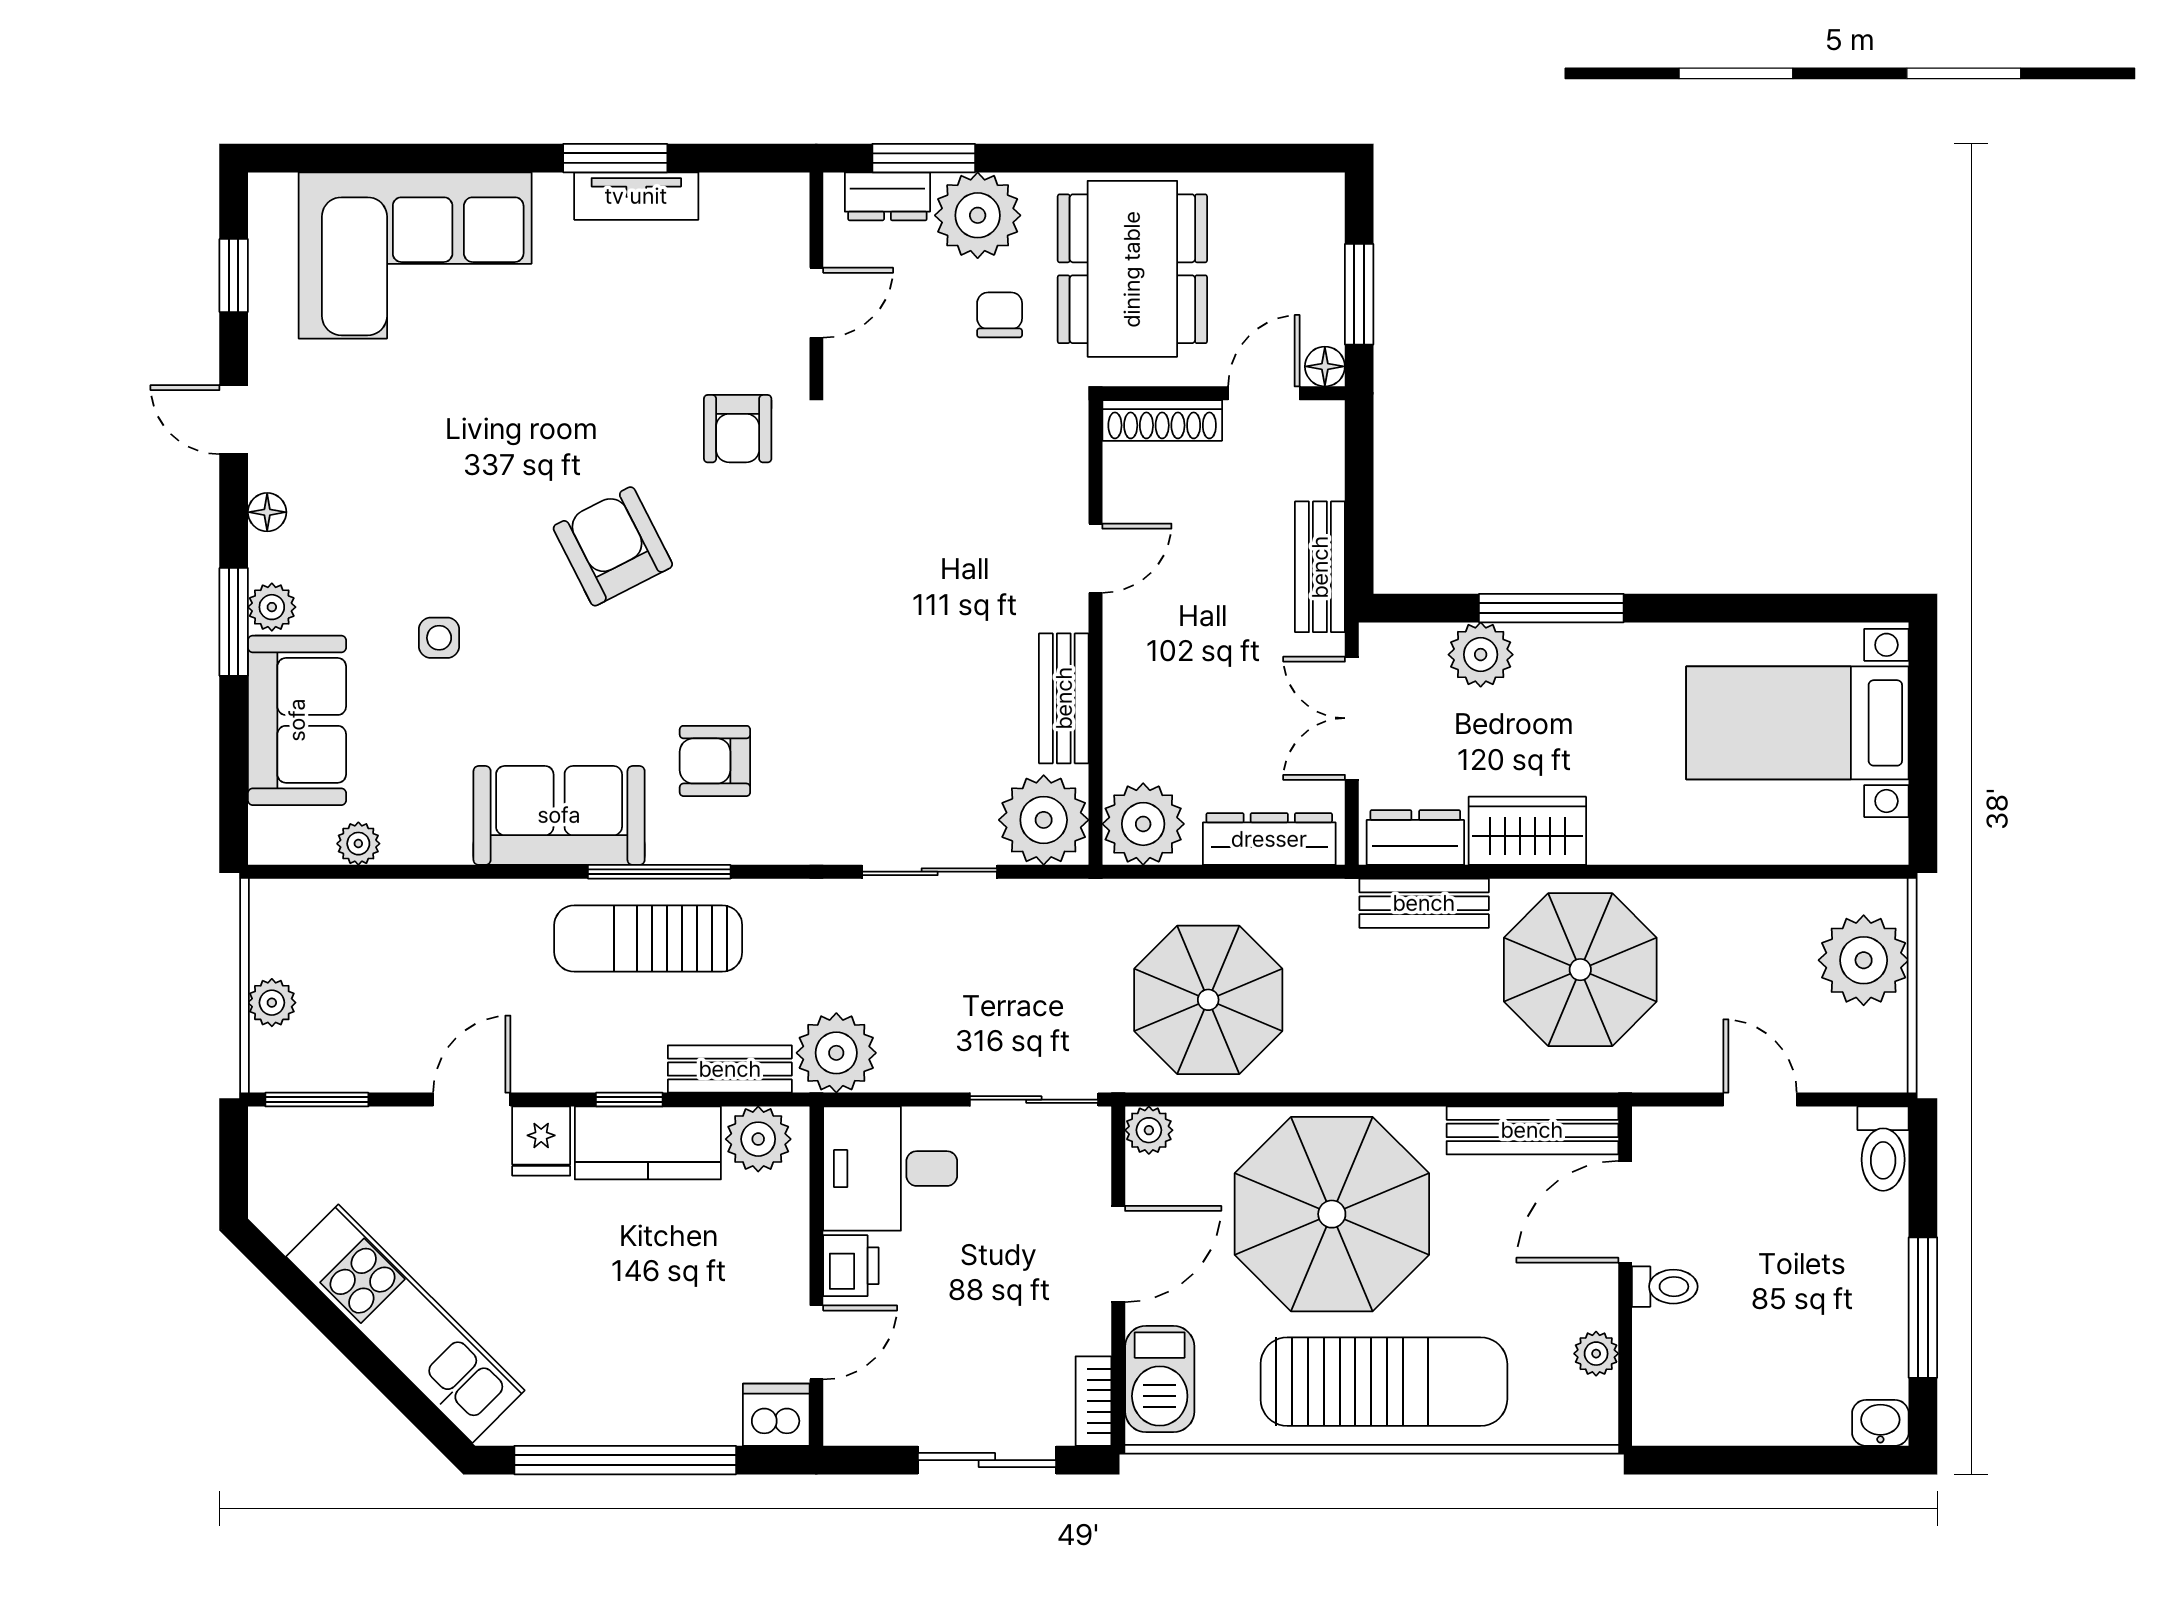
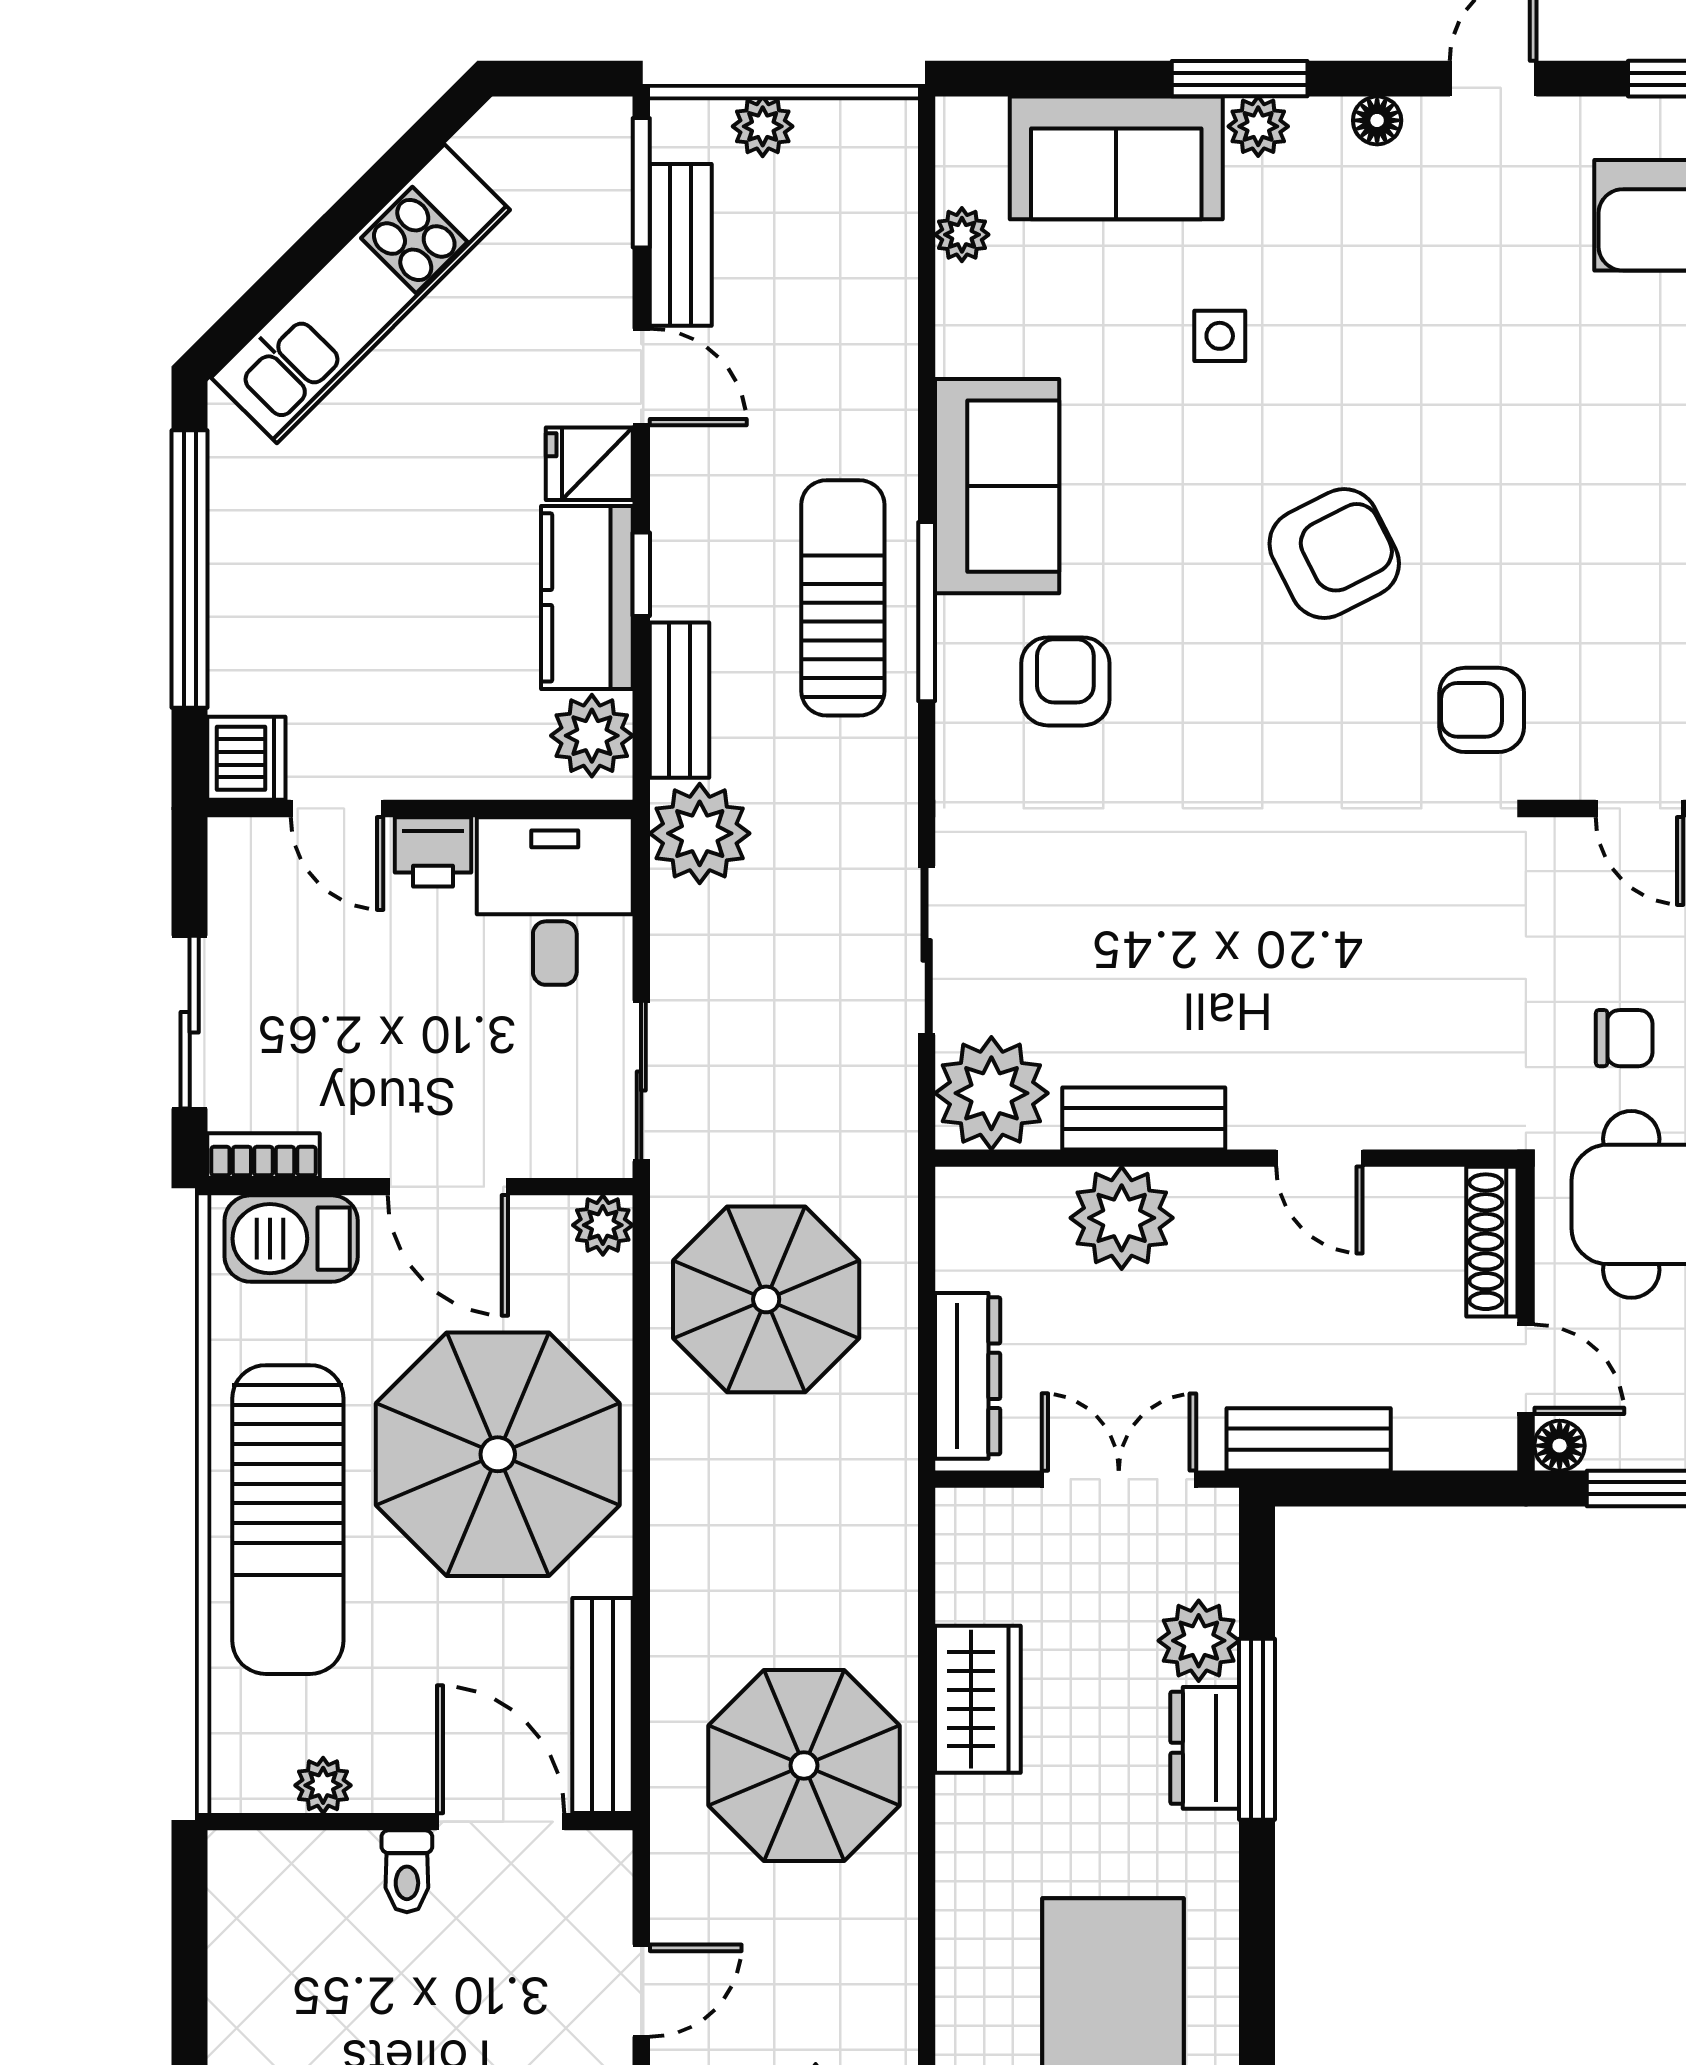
plant: (1143, 824) -> (1122, 1218), moved
dresser: (1415, 837) -> (1205, 1748), moved, turned 180
bench: (1424, 903) -> (681, 245), moved

